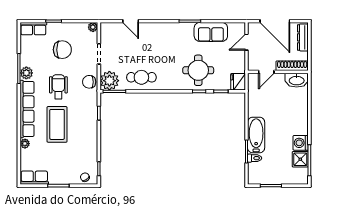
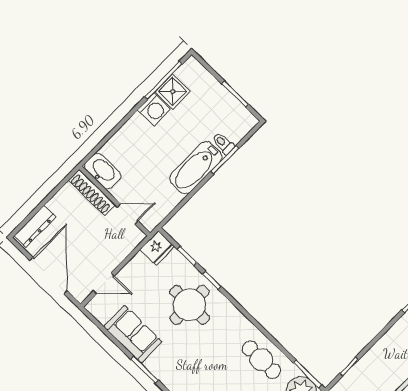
shoe rack: (292, 66) -> (92, 192), moved
door: (266, 72) -> (128, 214), moved
wall: (278, 72) -> (115, 201), moved
washbasin: (297, 80) -> (103, 171), moved

